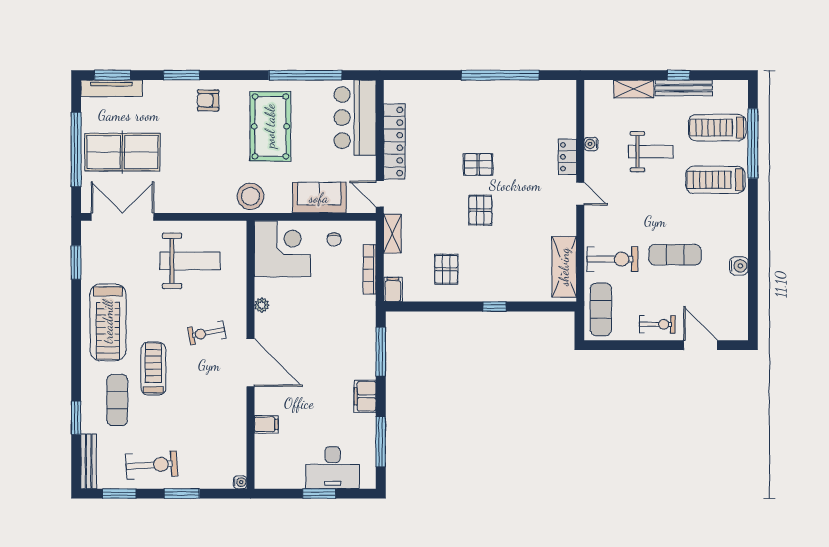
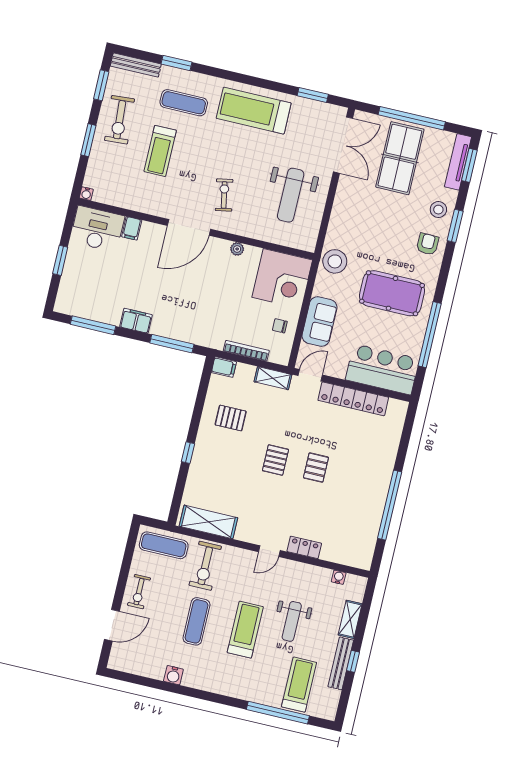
stool: (168, 97) -> (438, 210), added
water cooler: (591, 144) -> (339, 577), moved
treadmill: (715, 180) -> (245, 630), moved
pallet: (480, 210) -> (275, 460), turned 90
treadmill: (153, 369) -> (160, 151), moved, turned 90
desk: (333, 468) -> (97, 229), moved, turned 90

